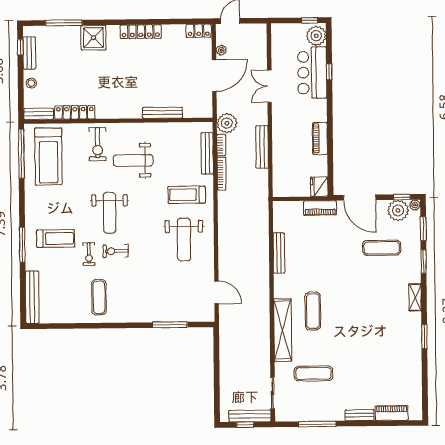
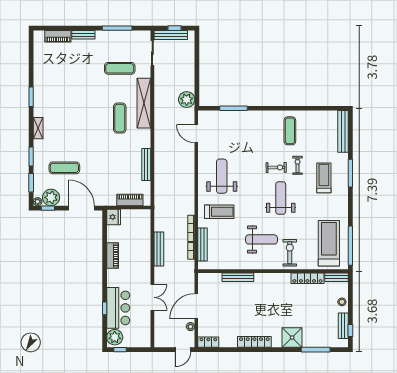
plant: (227, 123) -> (187, 100), moved
piano: (320, 208) -> (130, 200), moved
treadmill: (56, 239) -> (324, 178), turned 90

